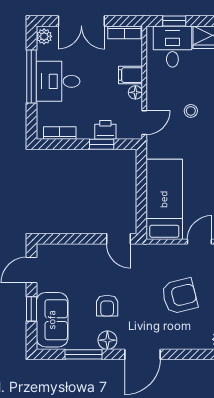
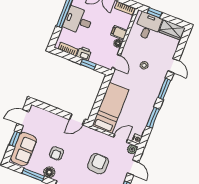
door: (144, 123) -> (116, 62), hinge flipped
printer: (105, 130) -> (84, 53), moved
door: (118, 239) -> (77, 119), hinge flipped
armchair: (180, 296) -> (98, 164), turned -74

